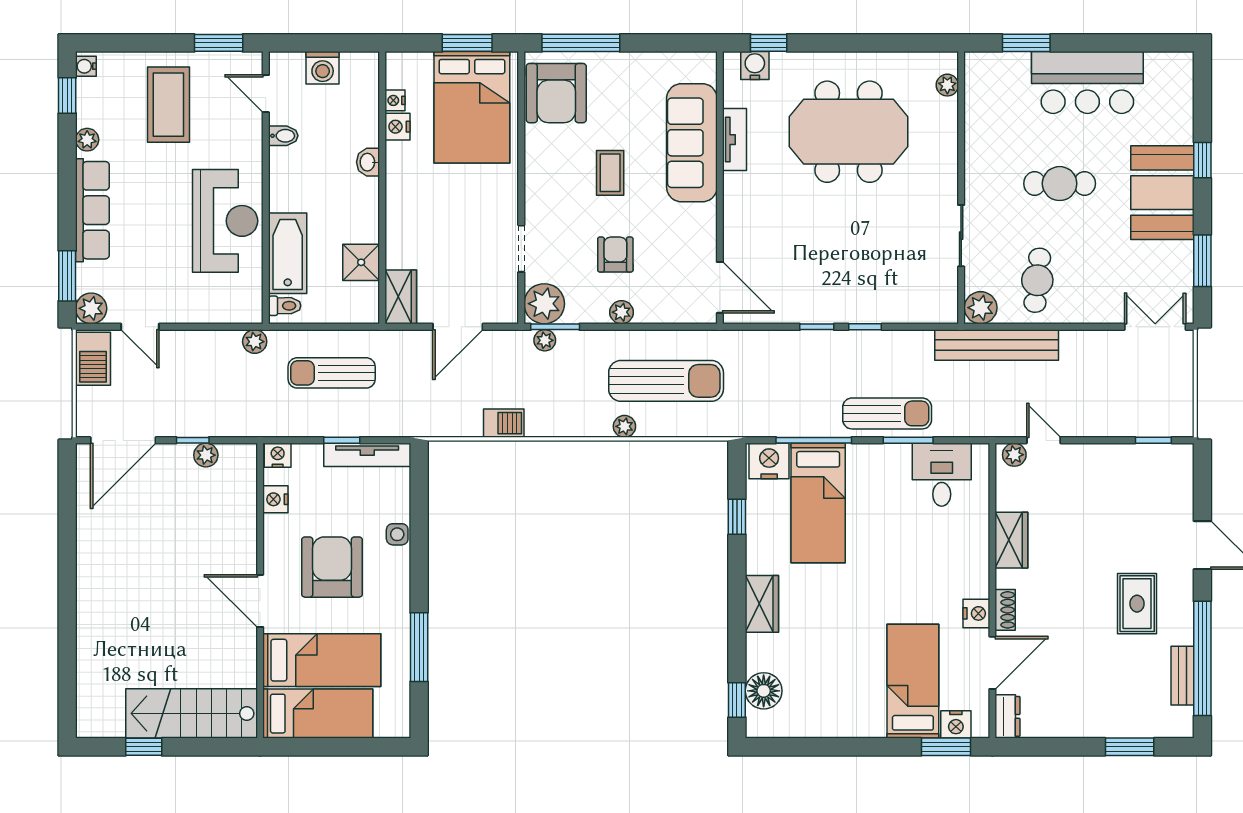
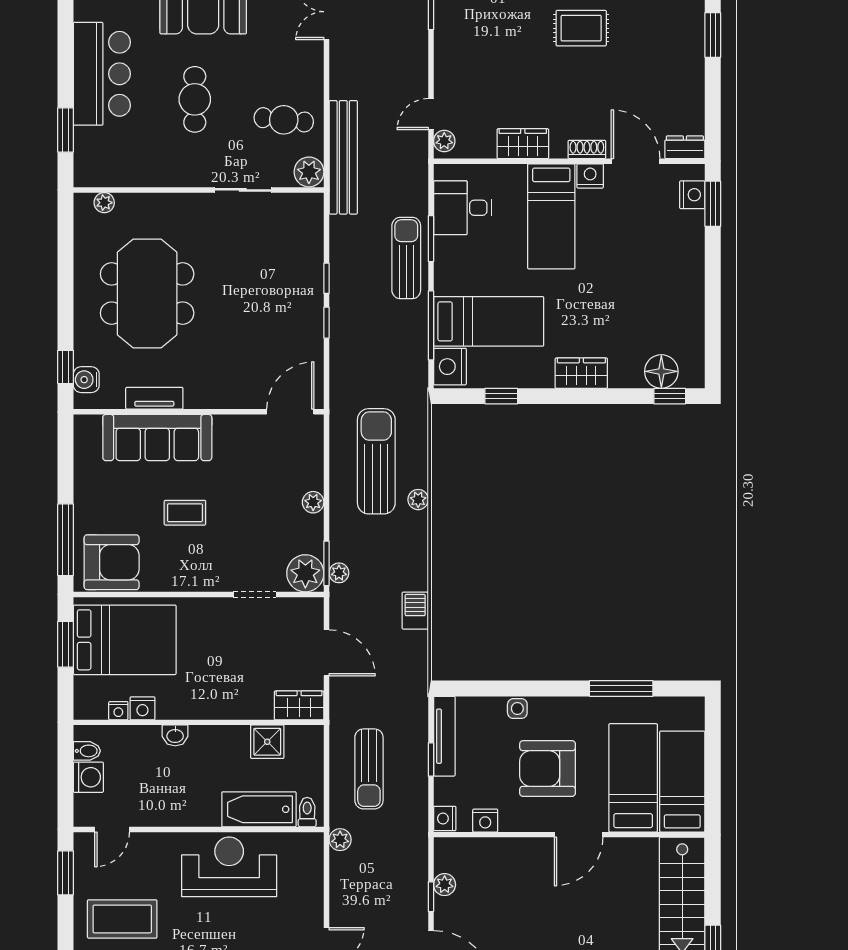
bidet: (283, 136) -> (87, 751), moved, turned 90
armchair: (615, 254) -> (260, 508), removed
bed: (913, 681) -> (551, 216), moved, turned -90

